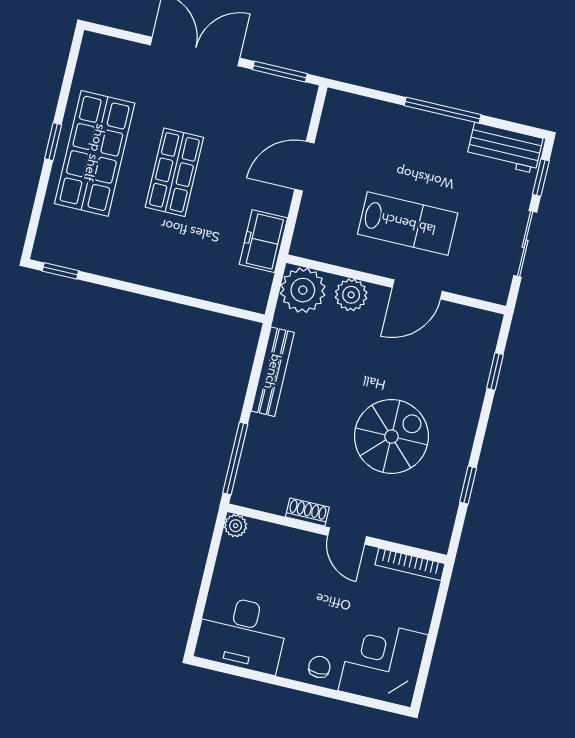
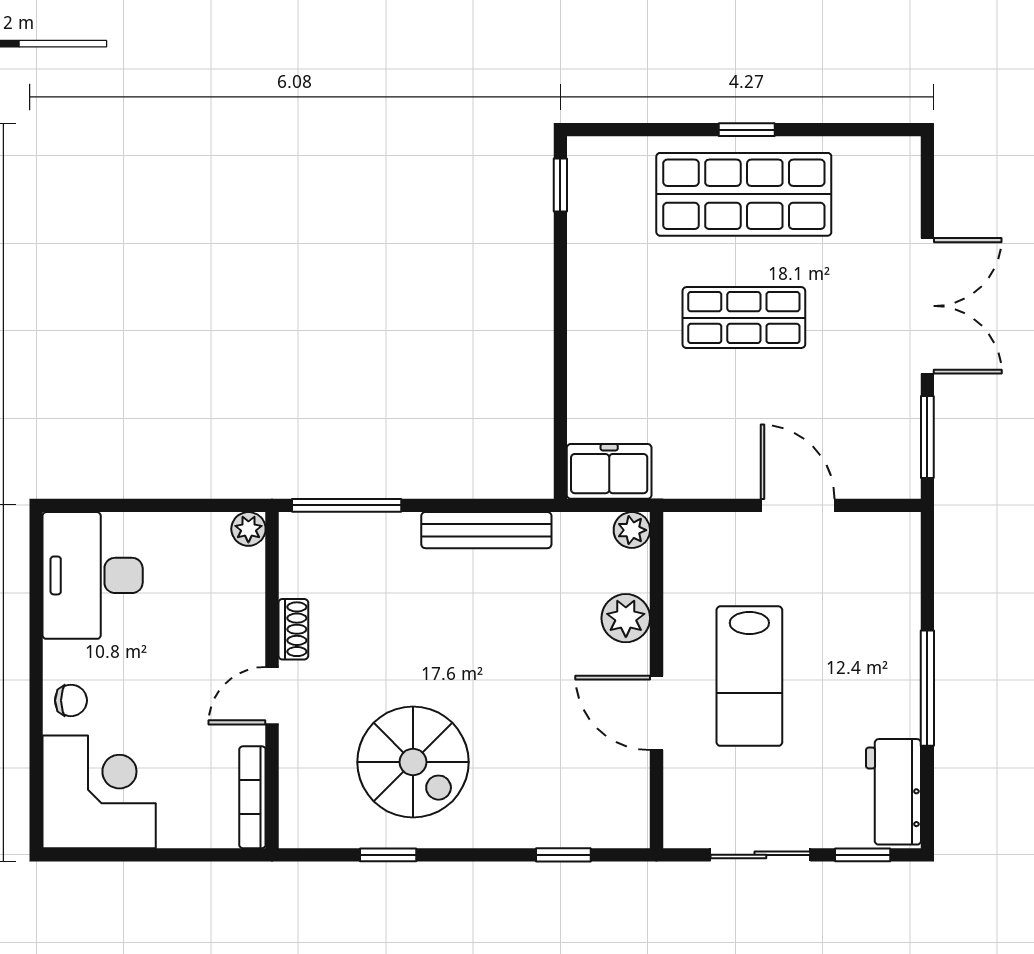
freezer: (263, 241) -> (609, 471), moved
plant: (303, 290) -> (632, 530), width x0.53, depth x0.53
spiral stairs: (391, 436) -> (413, 762), moved

